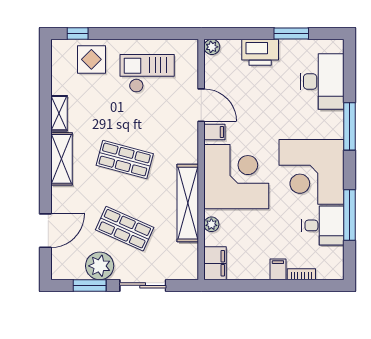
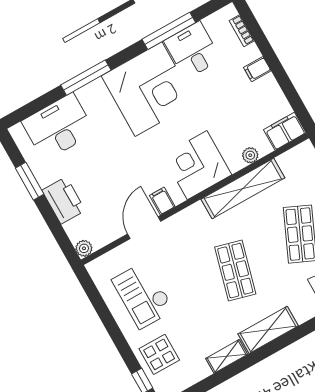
corner desk: (236, 177) -> (197, 165), width x0.74, depth x0.74
bookcase: (301, 274) -> (242, 31), moved

